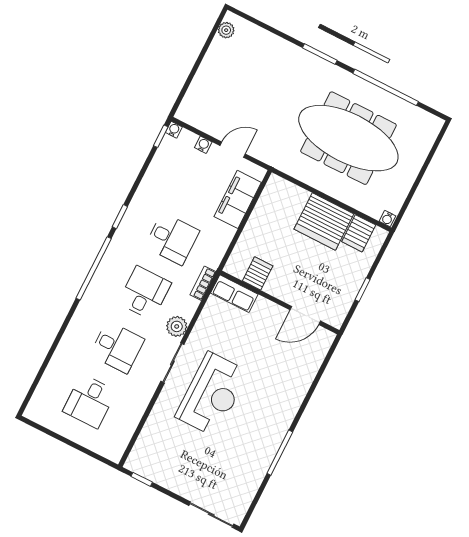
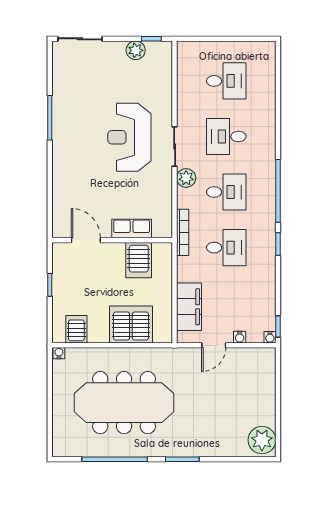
plant: (226, 30) -> (262, 440), width x1.87, depth x1.87
server rack: (324, 221) -> (131, 324), moved
desk: (172, 239) -> (226, 248), turned 180
server rack: (258, 273) -> (139, 260), width x1.36, depth x1.44
bookcase: (203, 283) -> (183, 232), width x1.56
desk: (145, 293) -> (226, 192), turned -90
row of seats: (234, 294) -> (132, 229), moved
door: (305, 315) -> (86, 240), hinge flipped
desk: (90, 401) -> (226, 81), turned 90
plant: (163, 476) -> (136, 50), added

